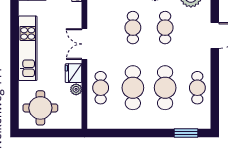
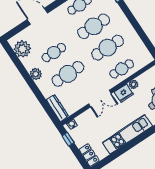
cafe table: (133, 28) -> (68, 74), width x1.37, depth x1.35

